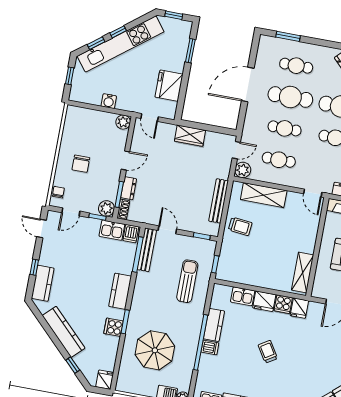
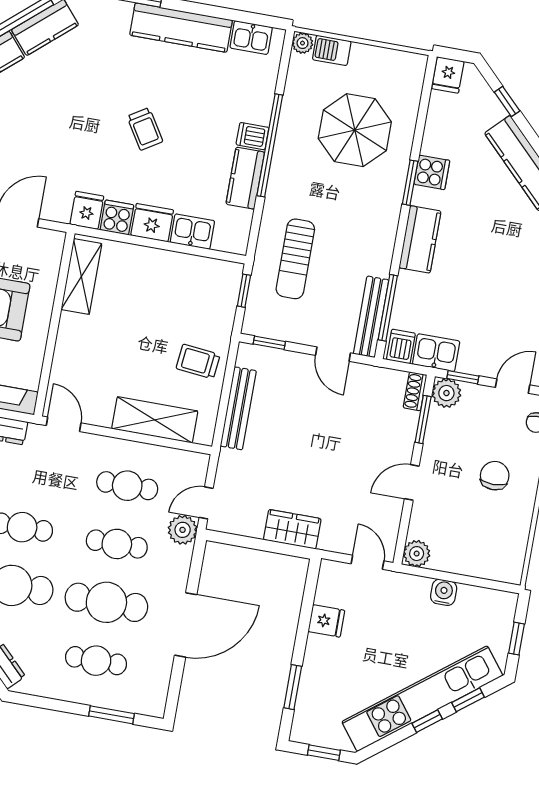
fridge: (169, 86) -> (326, 621), width x0.53, depth x0.75
plant: (243, 170) -> (183, 530), moved
dresser: (129, 188) -> (406, 431), removed

